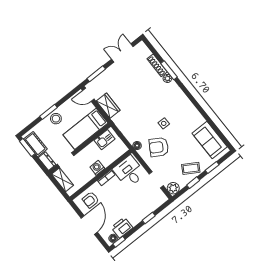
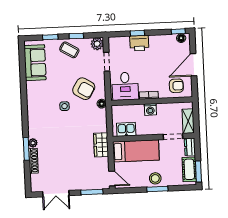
wardrobe: (108, 106) -> (101, 145), moved
printer: (122, 228) -> (139, 43), moved

